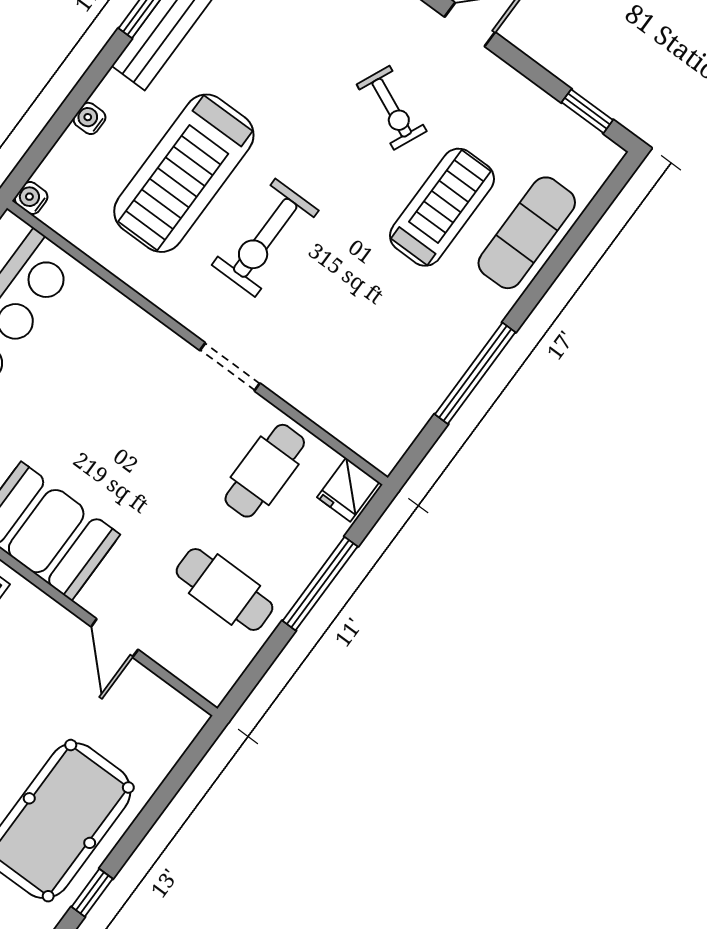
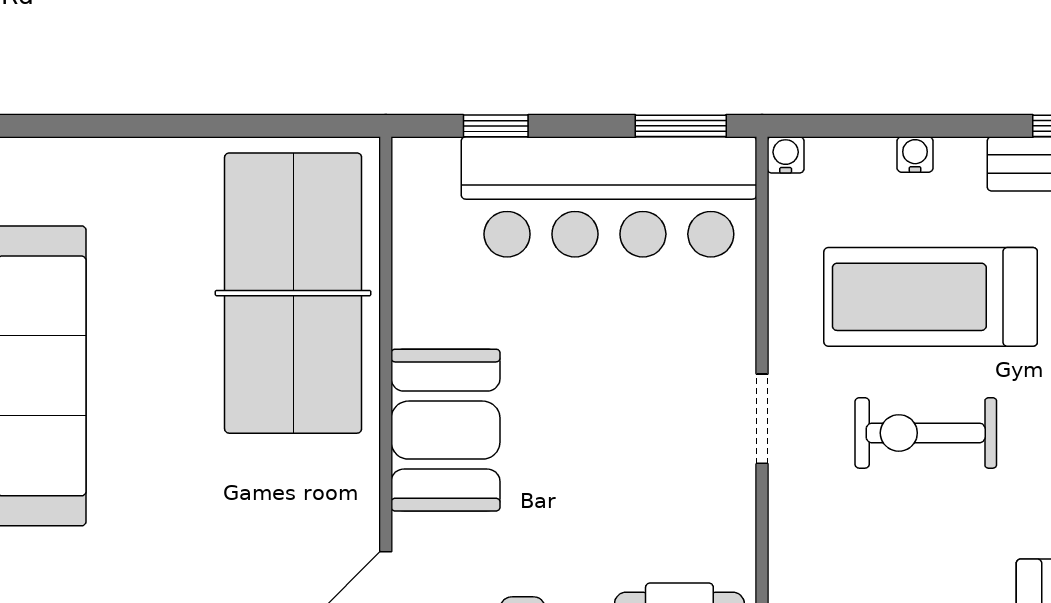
doorway: (230, 367) -> (762, 419), moved

